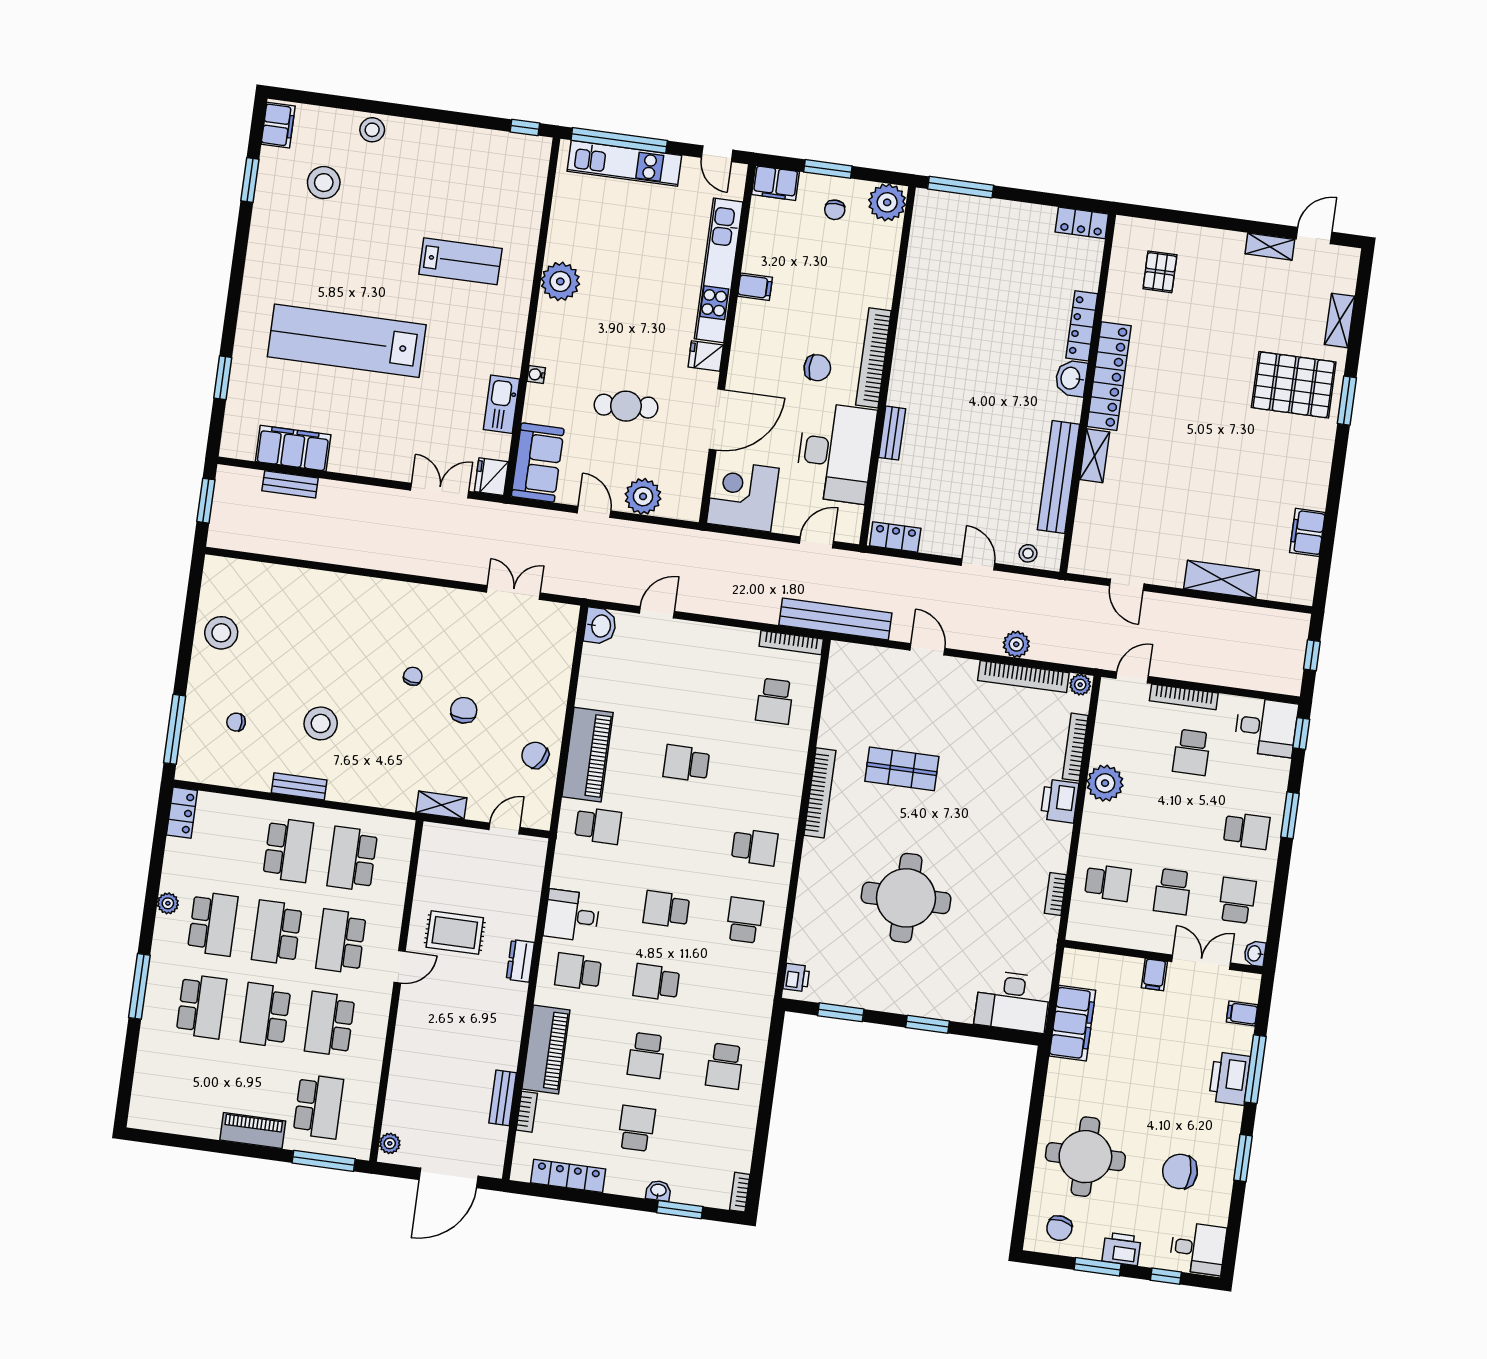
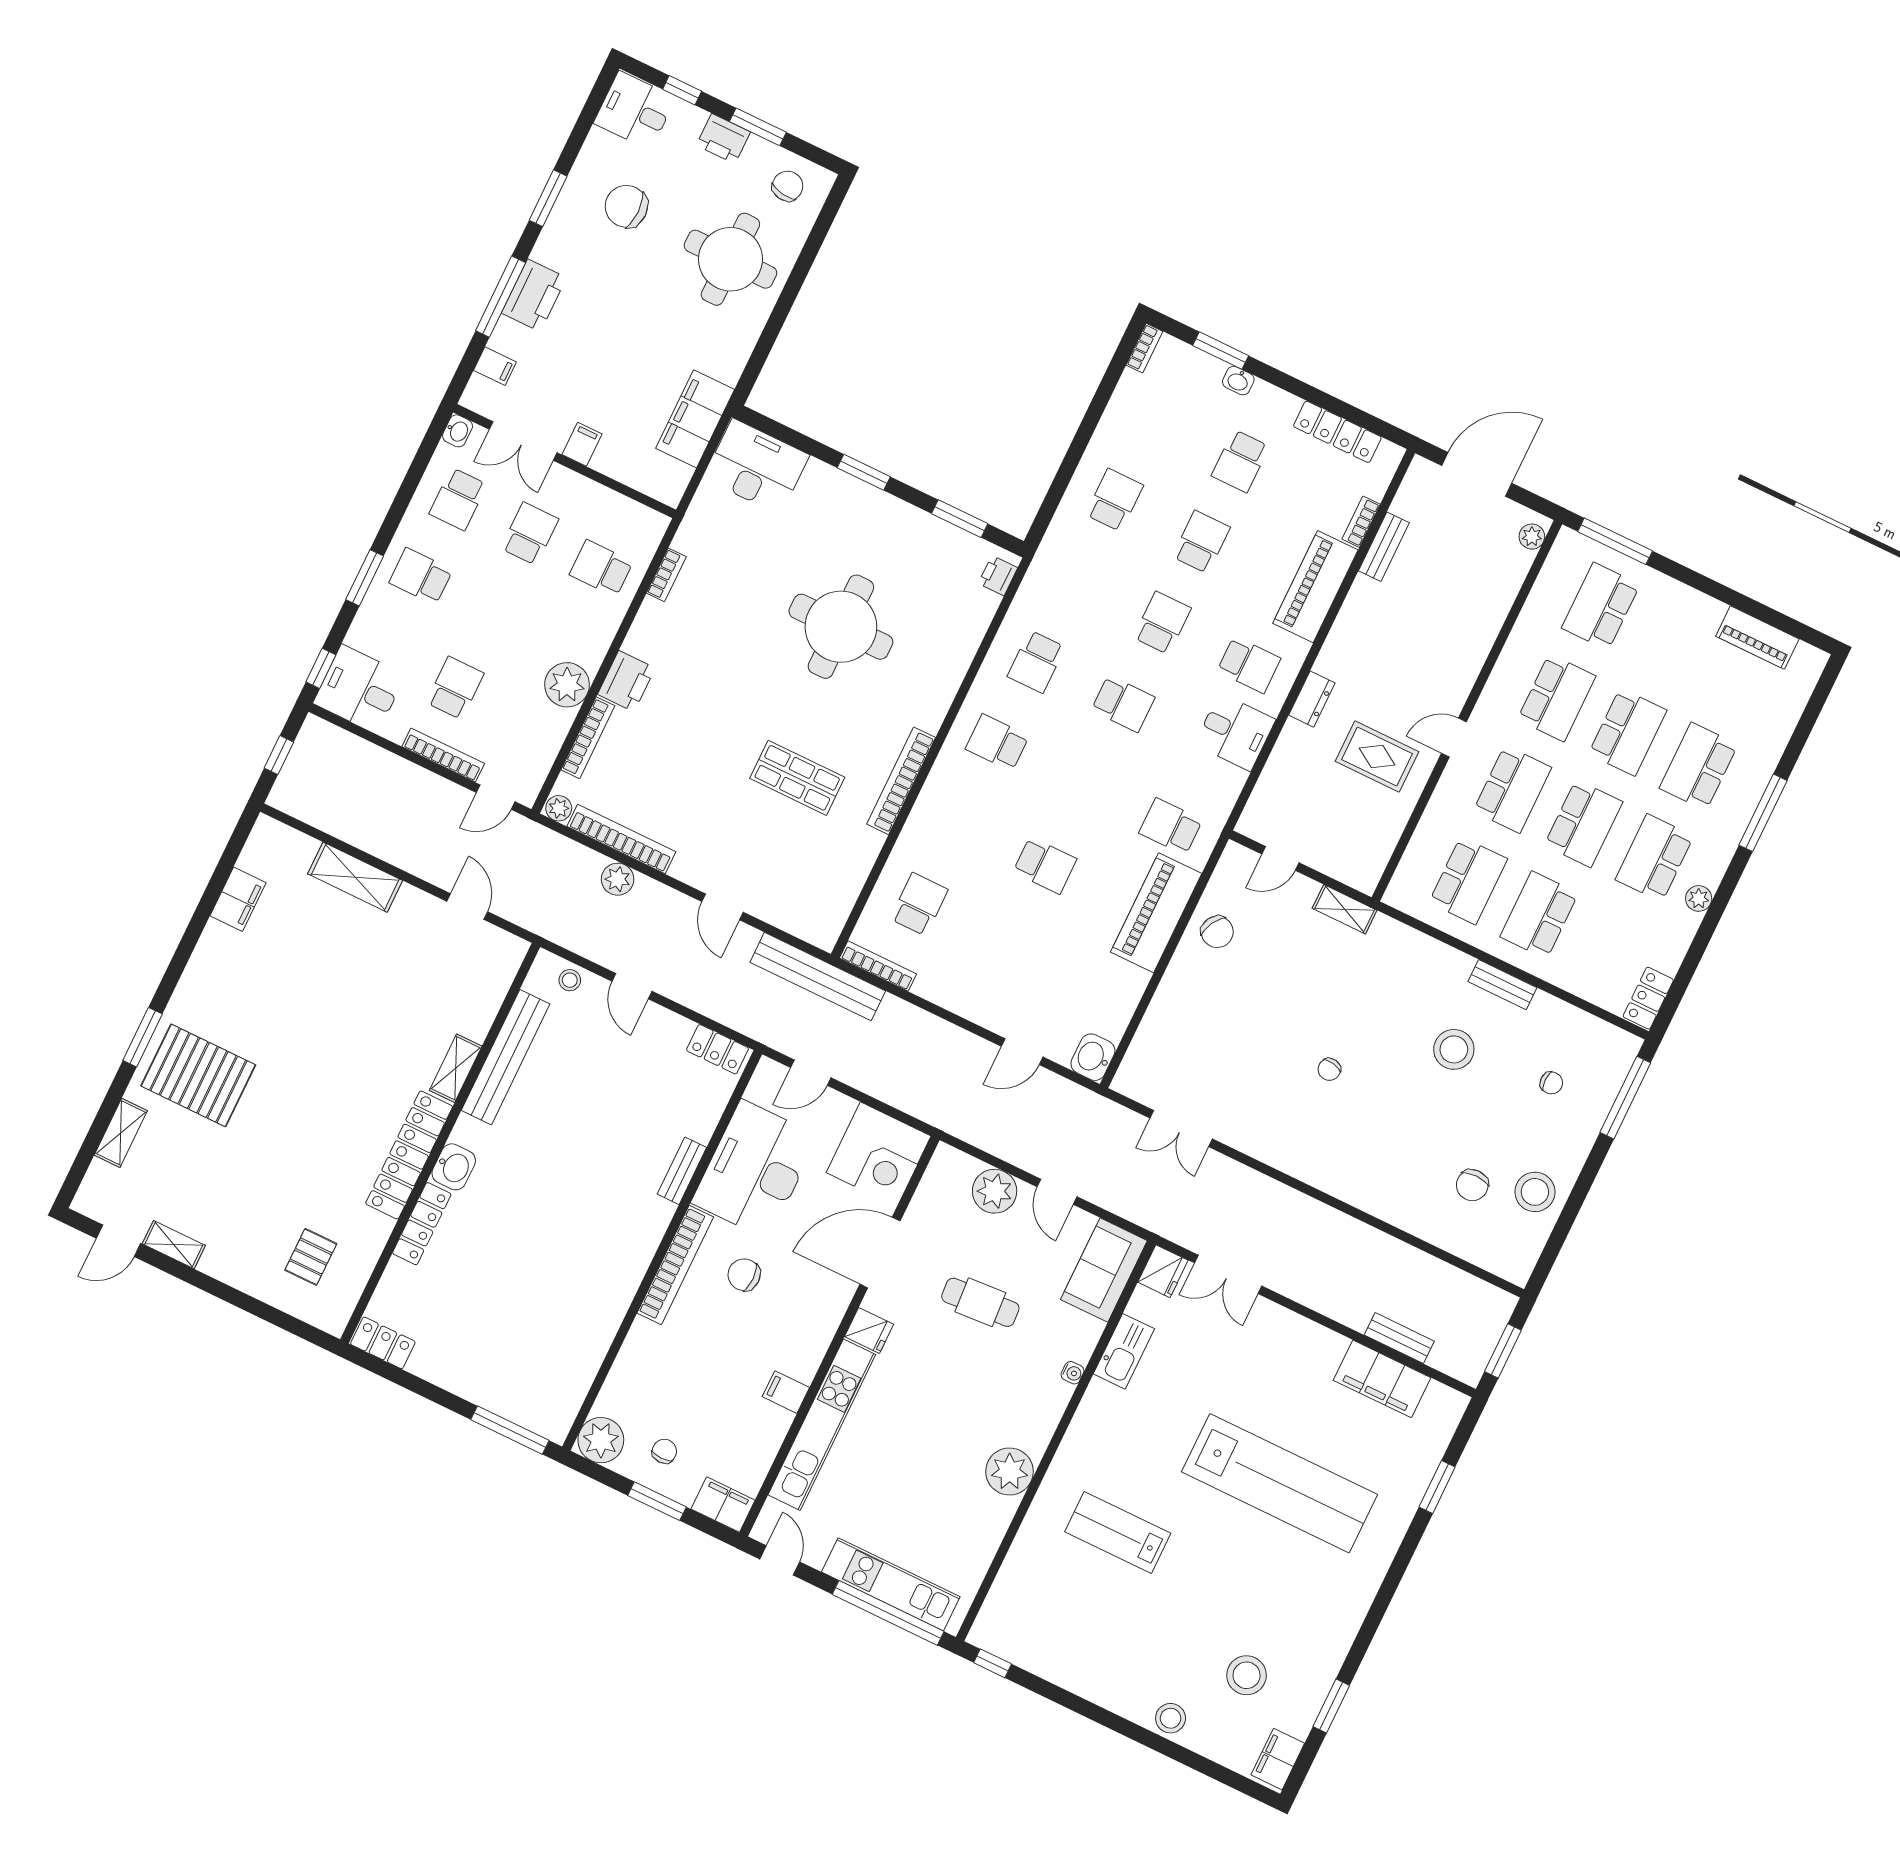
chair: (464, 710) -> (1472, 1185), moved
school desk: (656, 982) -> (1162, 623), turned -90
piano: (253, 1131) -> (1757, 638), moved
chair: (1180, 1171) -> (626, 206), turned 180

